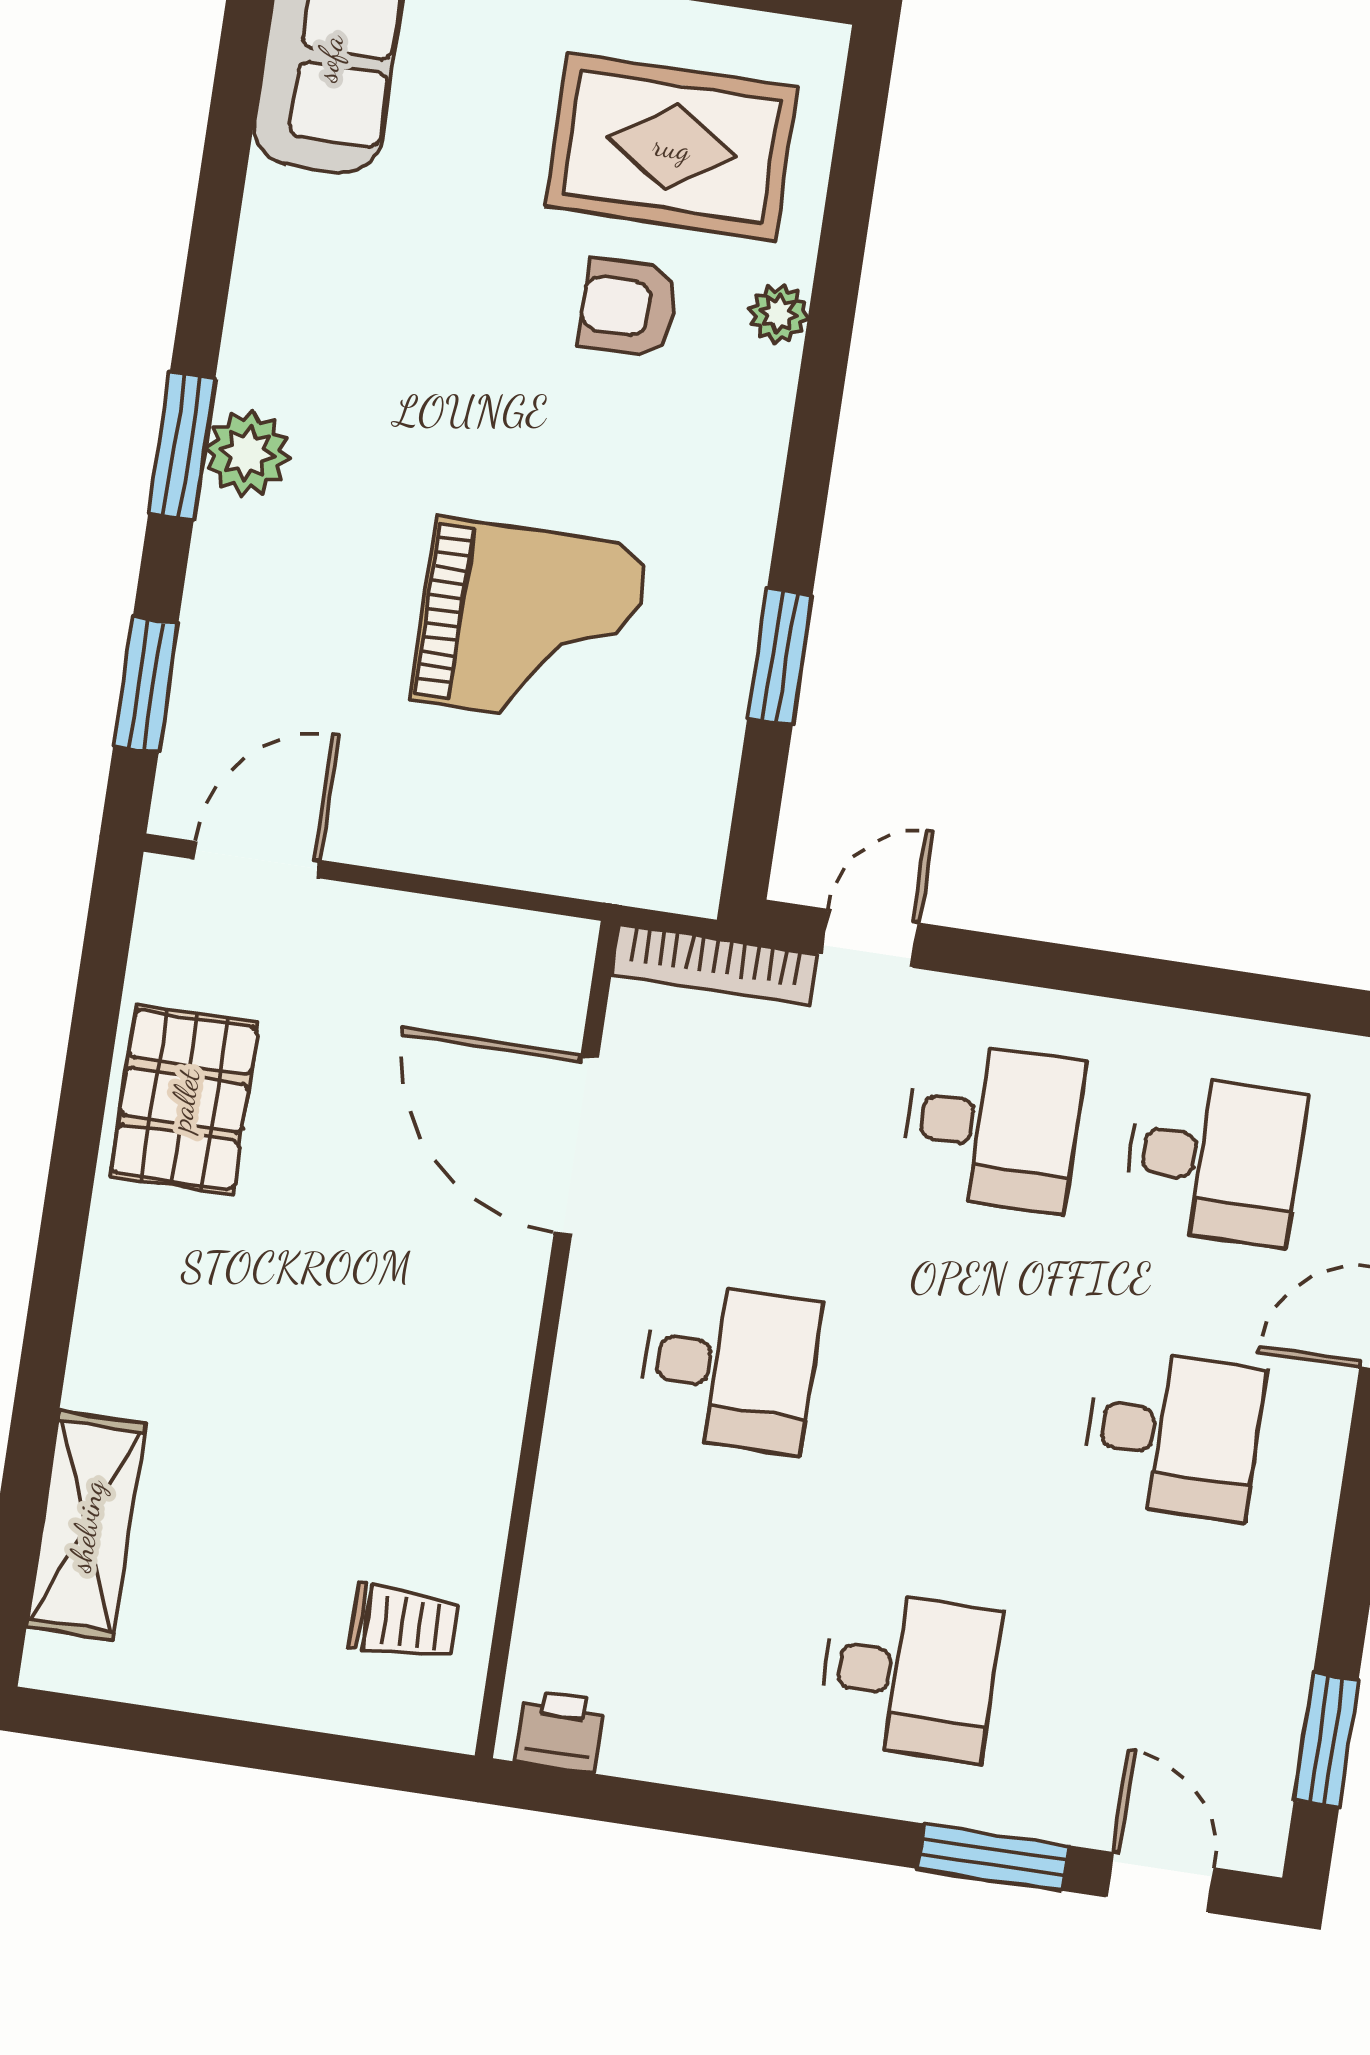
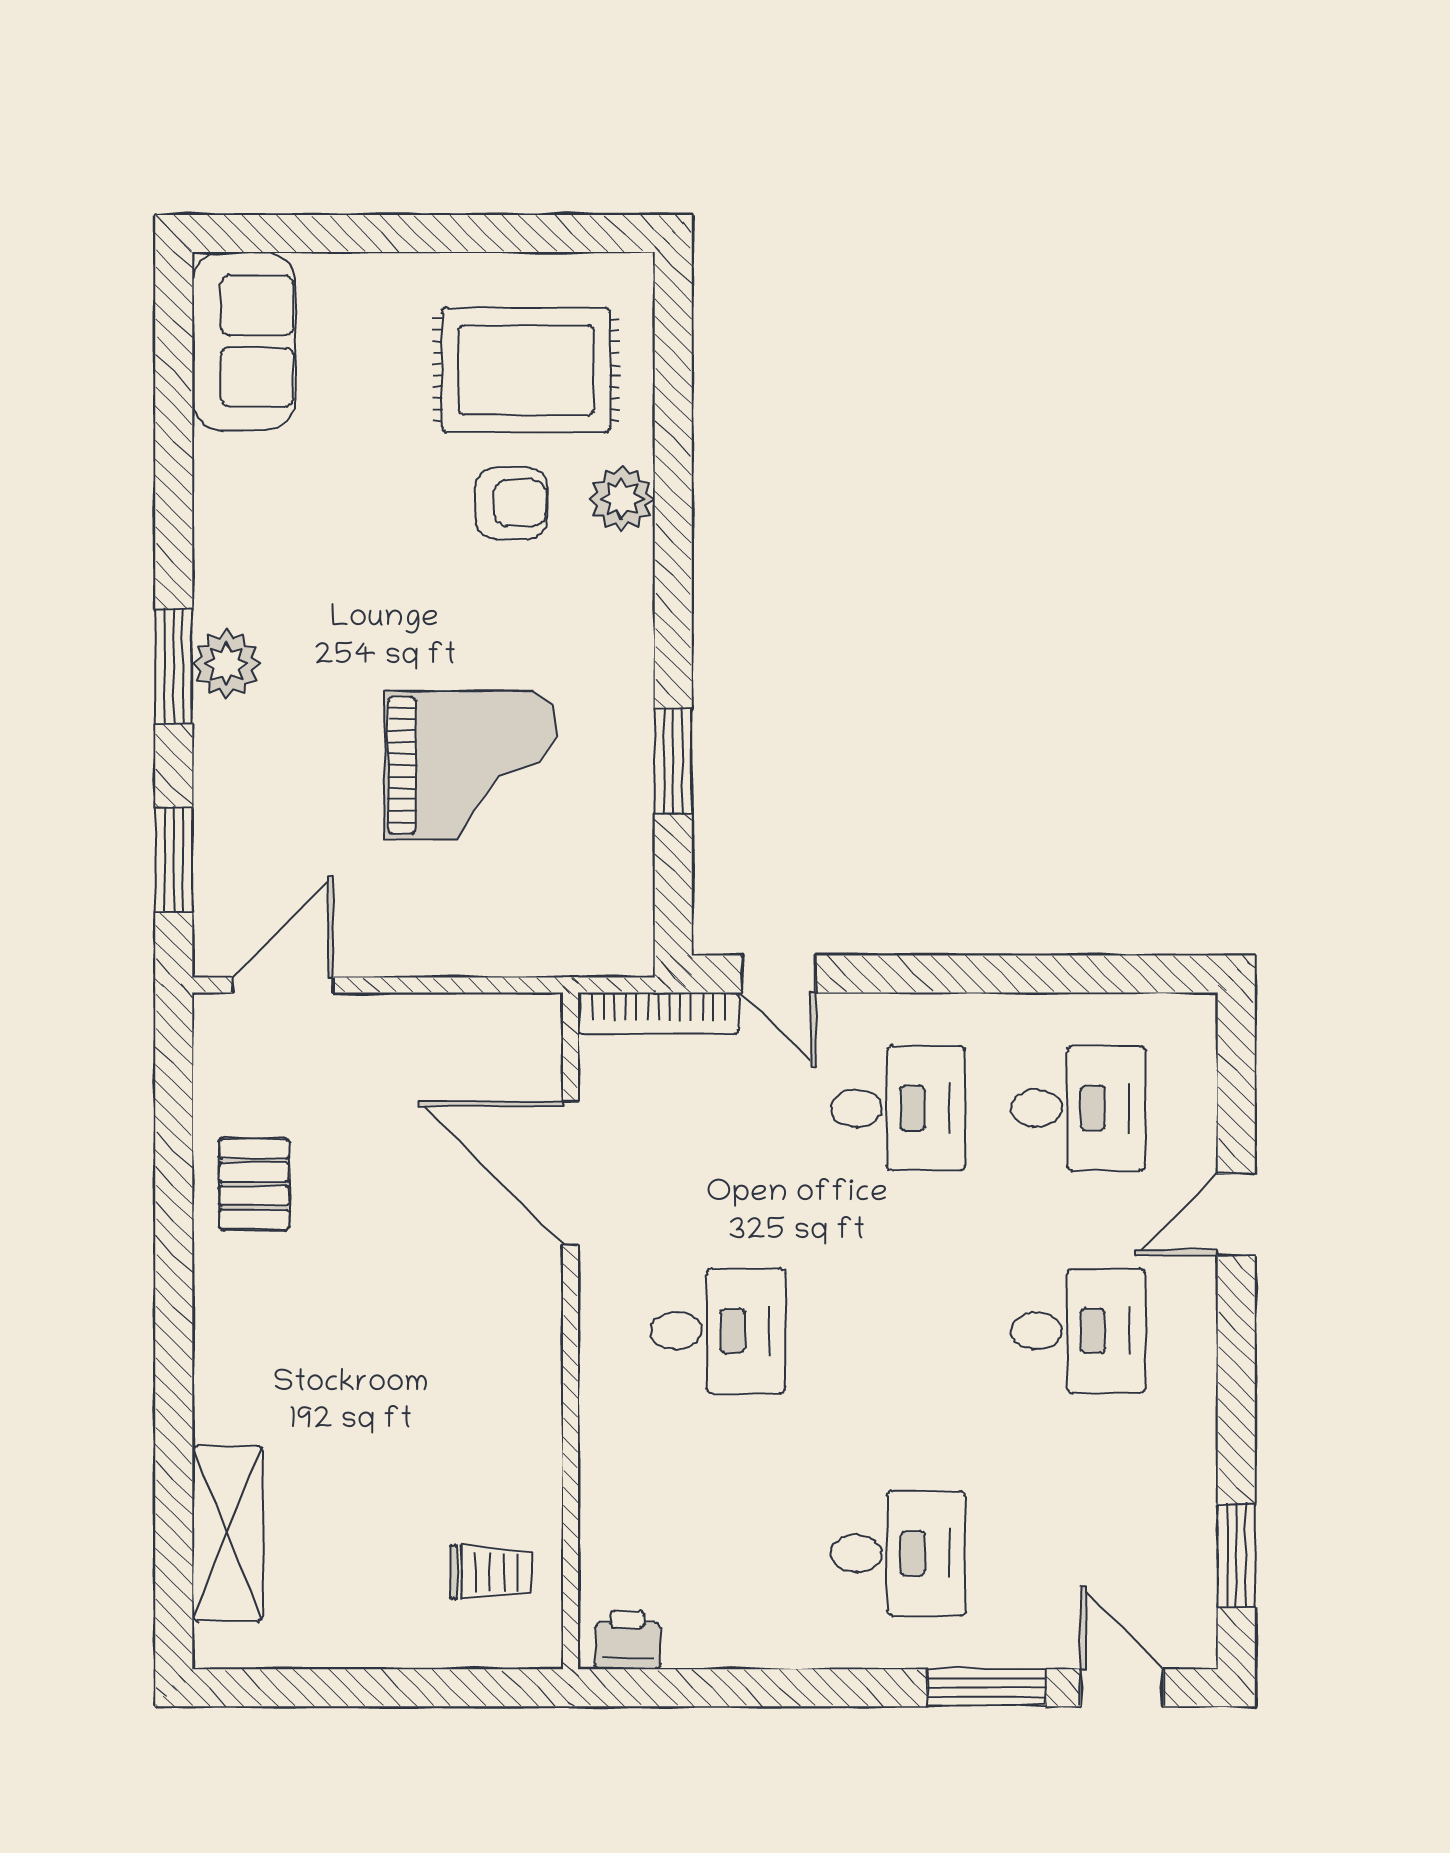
armchair: (628, 308) -> (511, 503), turned 180
plant: (778, 314) -> (622, 499), width x1.38, depth x1.38
door: (870, 938) -> (779, 974), swing flipped
pallet: (184, 1100) -> (254, 1184), width x0.67, depth x0.71

